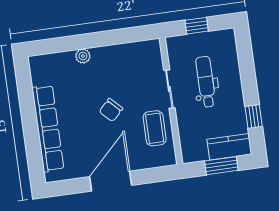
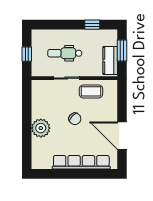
plant: (83, 56) -> (41, 128), width x1.88, depth x1.88
kitchen counter: (229, 147) -> (110, 61), moved
door: (111, 181) -> (122, 136), moved

